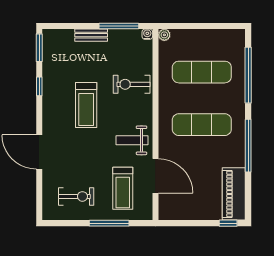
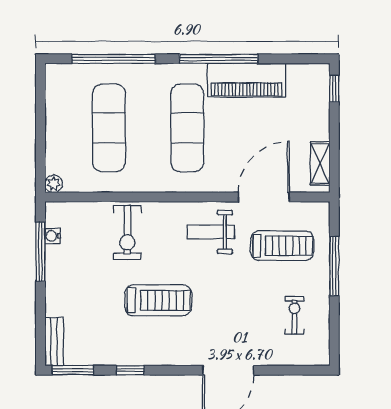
water cooler: (147, 34) -> (53, 236), moved
bench: (91, 35) -> (54, 342), moved
weight bench: (132, 140) -> (211, 232), turned 90
piano: (234, 194) -> (246, 80), moved
exercise bike: (76, 196) -> (294, 315), width x0.73, depth x0.72
shelving: (178, 214) -> (320, 163), added

